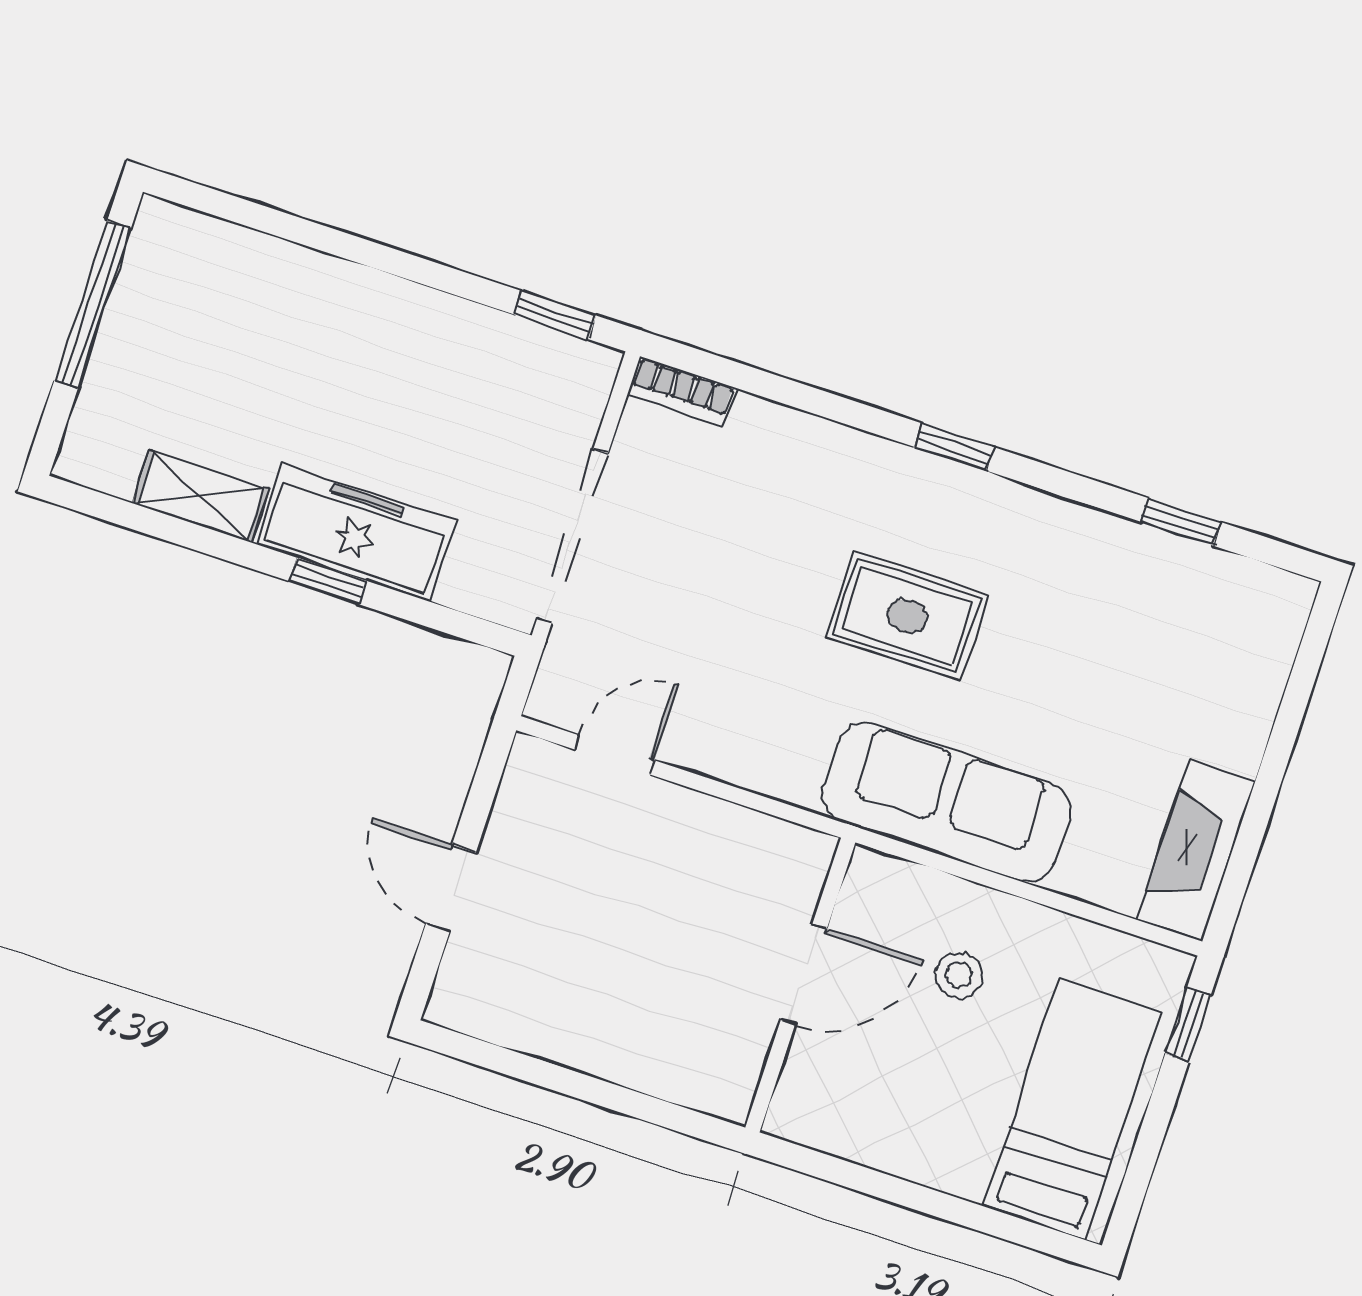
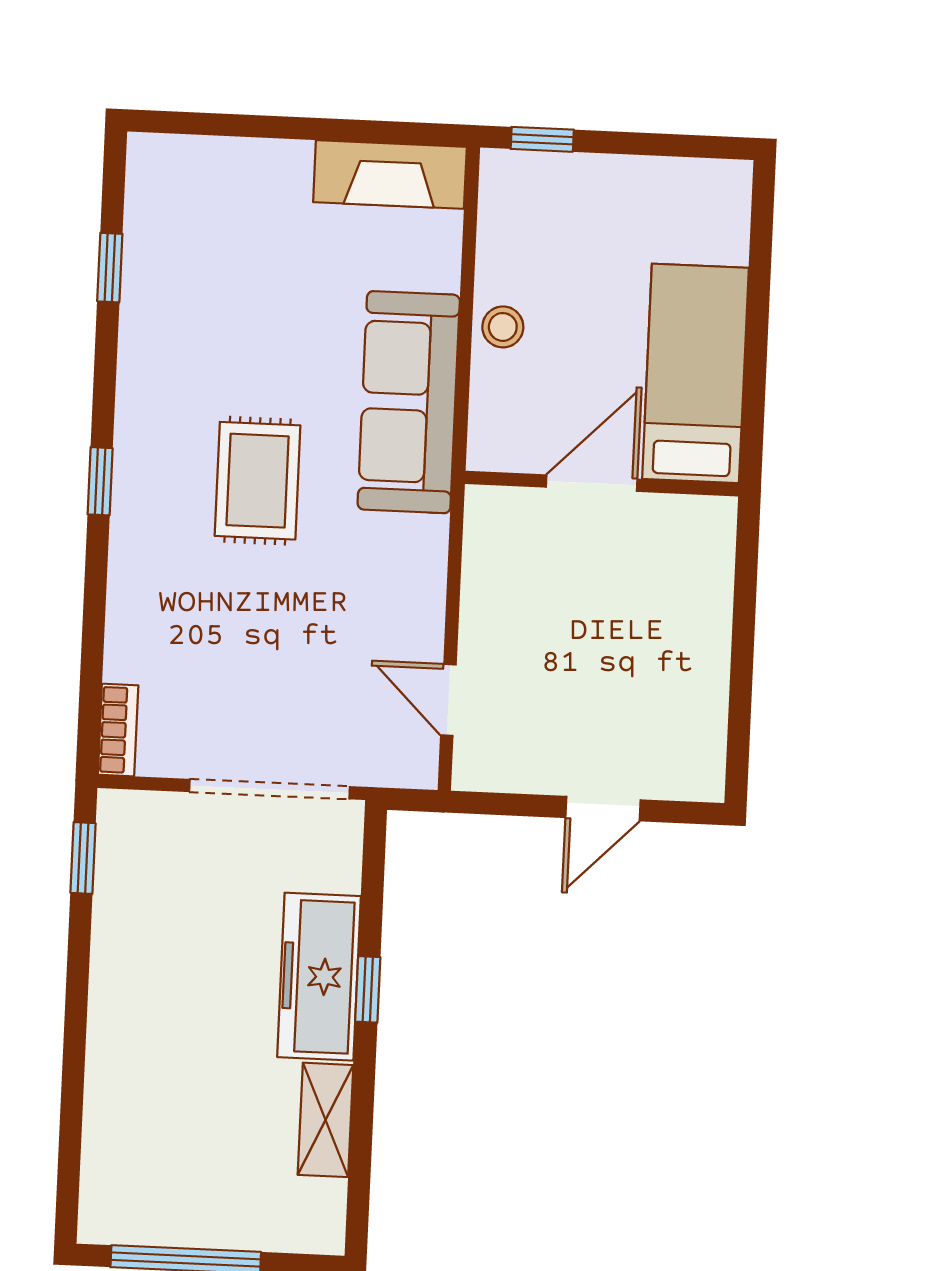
door: (804, 974) -> (592, 483), hinge flipped
stool: (959, 975) -> (503, 327), moved
bed: (1072, 1109) -> (695, 373), moved, turned 90

